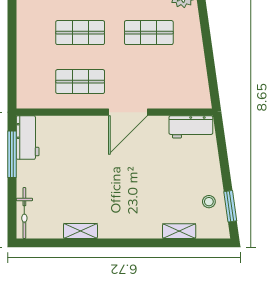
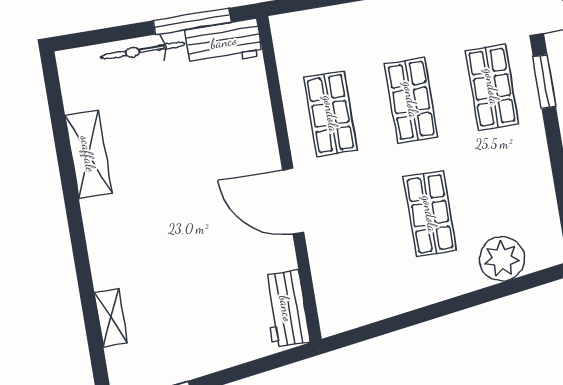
stool: (209, 202) -> (168, 359), removed
bicycle: (24, 213) -> (143, 50), moved
shelving: (80, 231) -> (88, 154), width x1.50, depth x1.33

